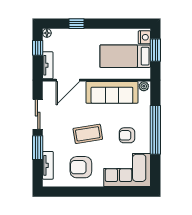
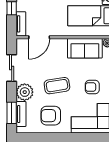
sofa: (112, 92) -> (85, 48), width x0.73
plant: (52, 141) -> (25, 92), added
window: (38, 148) -> (12, 113), moved

